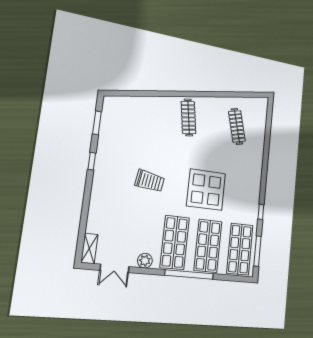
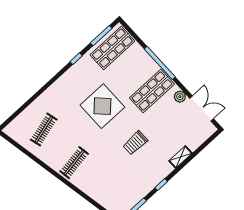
trolley: (150, 181) -> (135, 143), turned -99
shop shelf: (208, 246) -> (132, 69), removed
shelving: (89, 249) -> (180, 157), moved
double door: (115, 268) -> (202, 108), width x1.37

